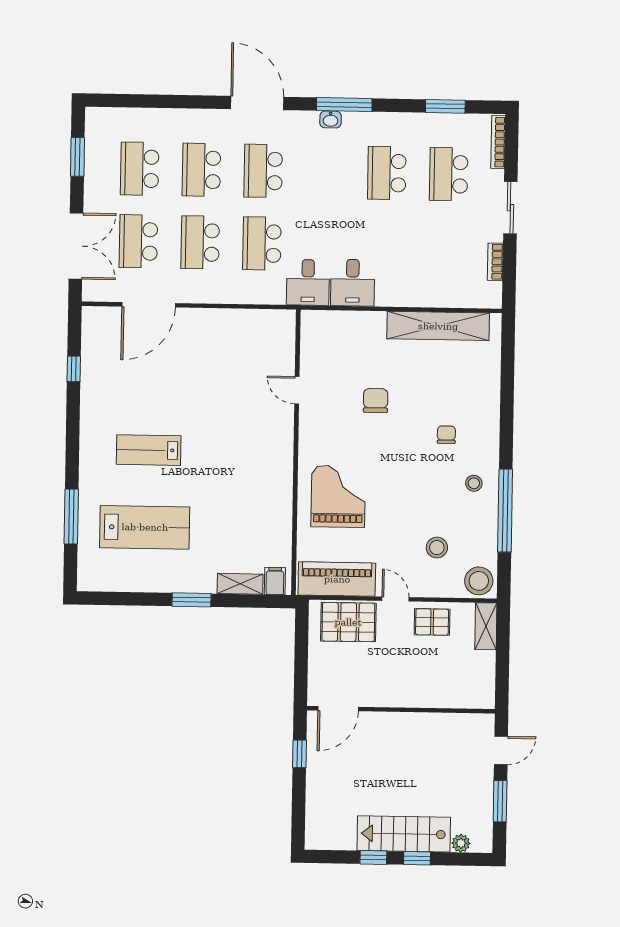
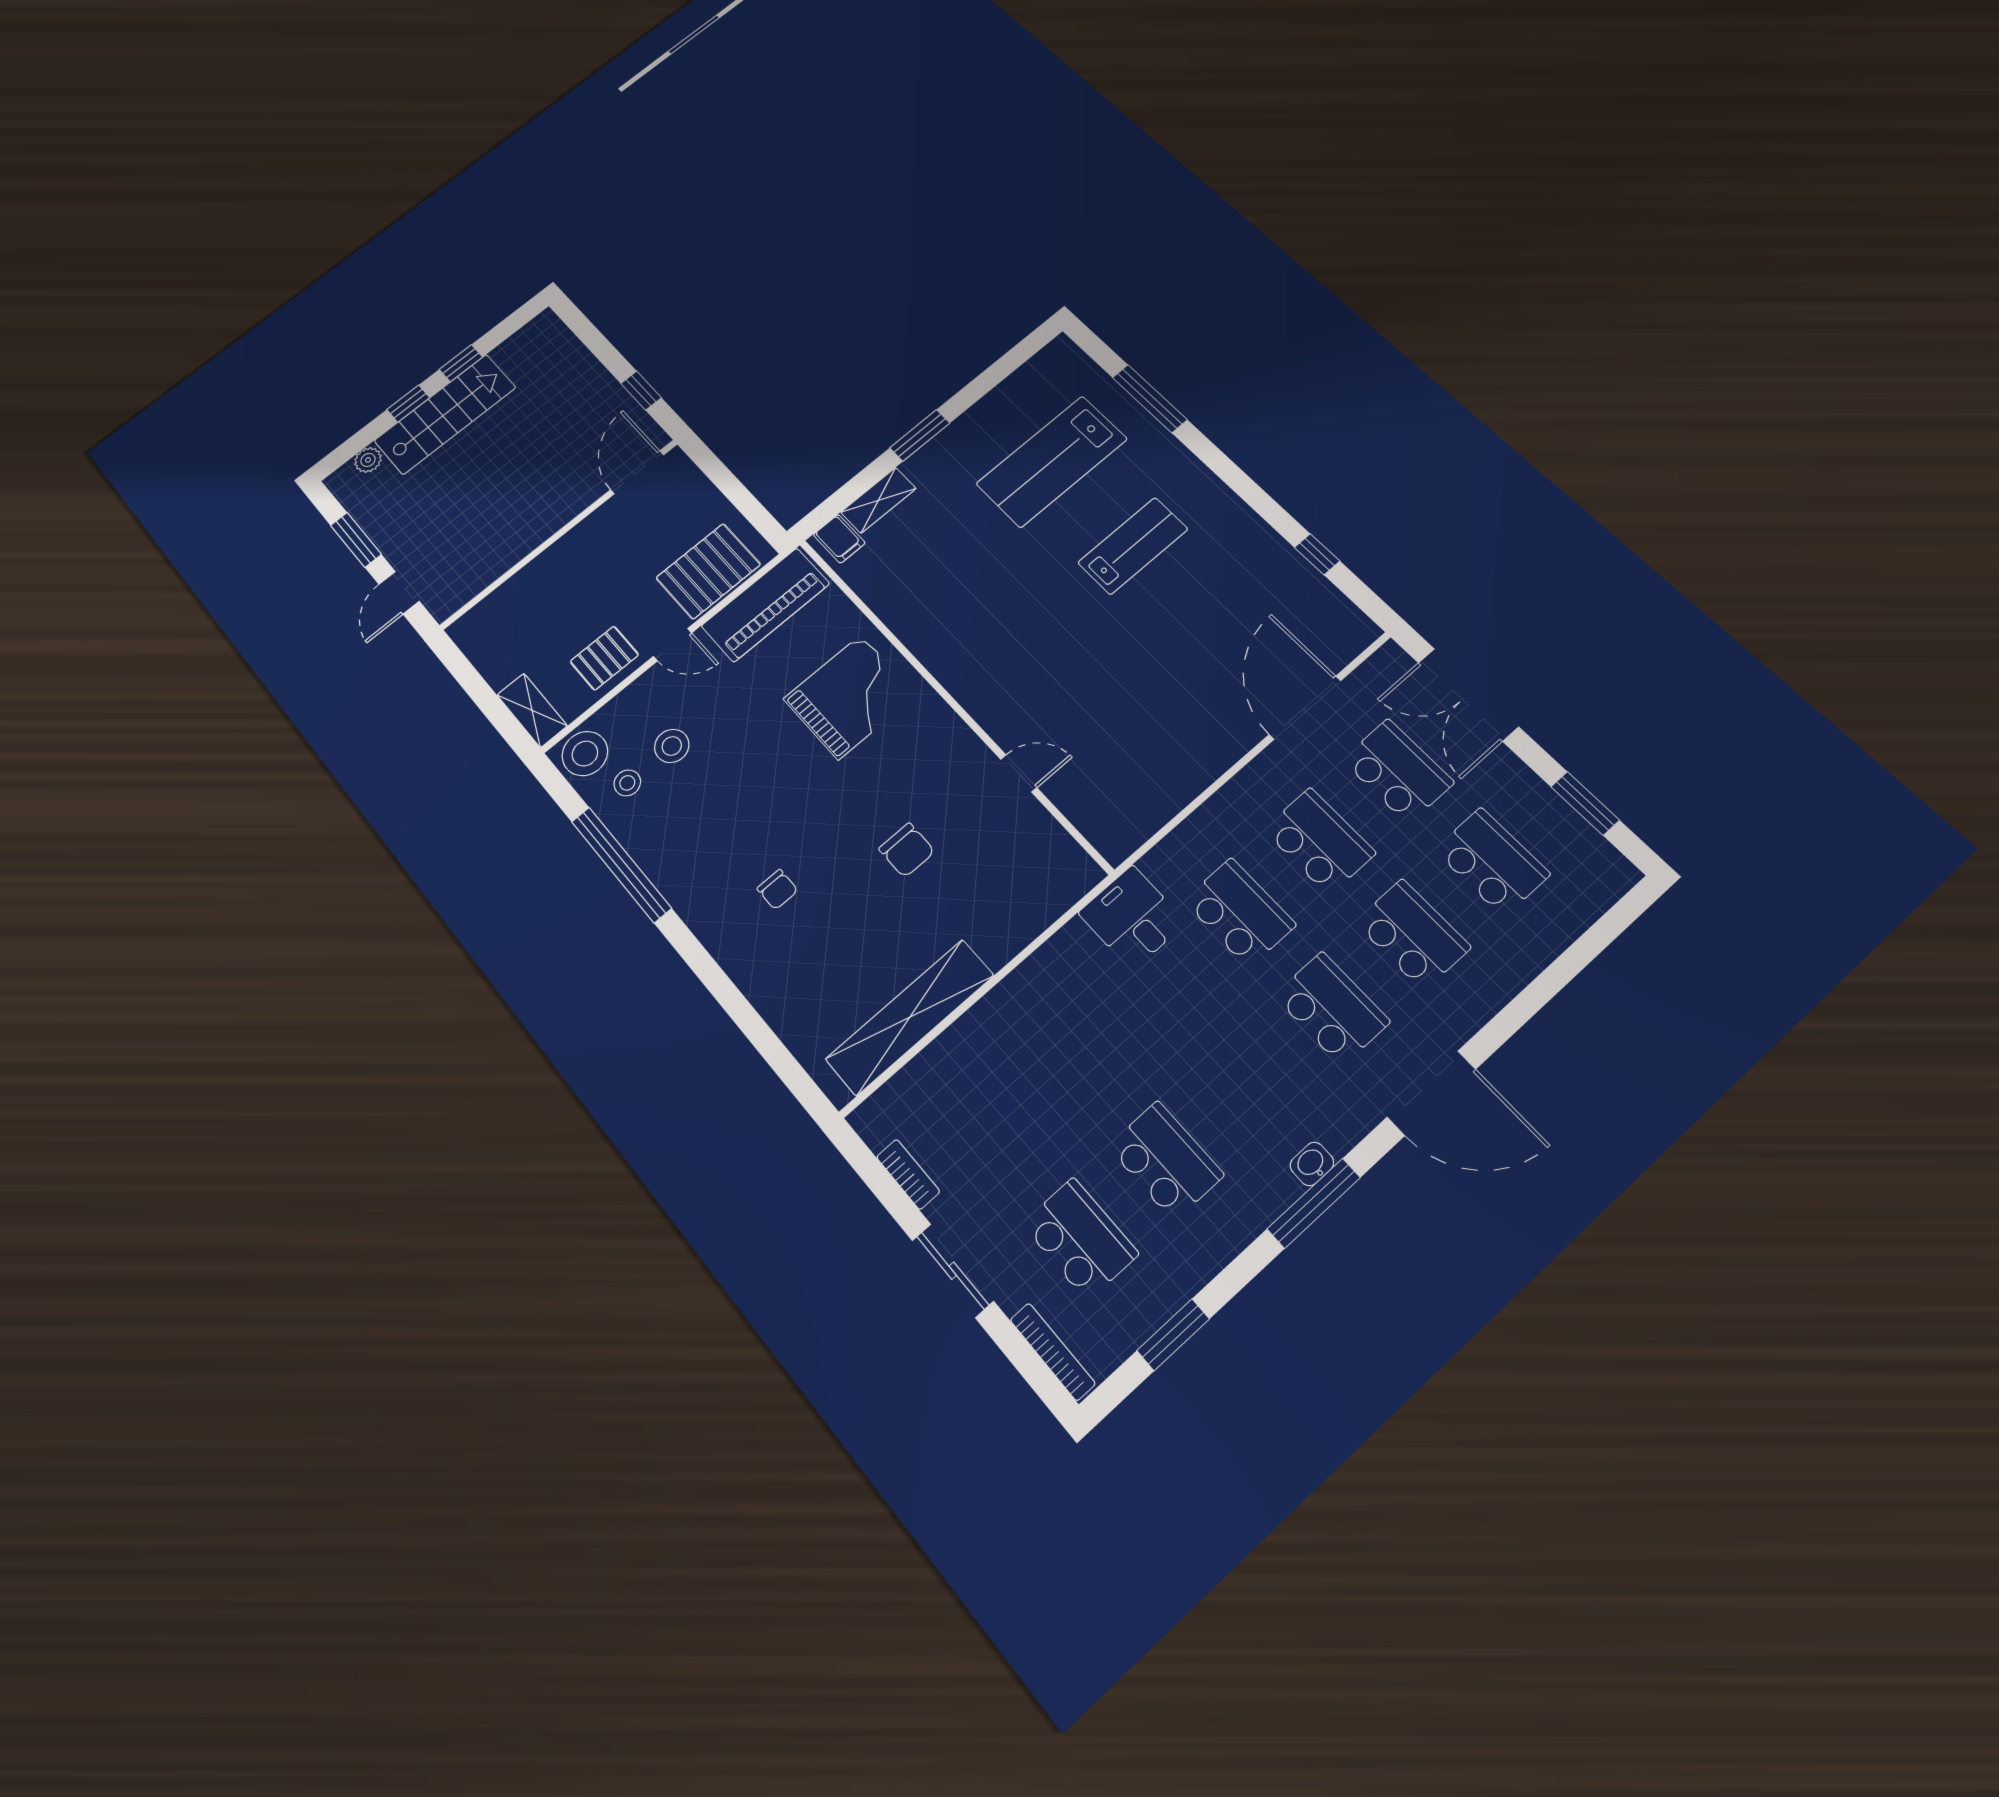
desk: (353, 283) -> (1074, 970), removed
stool: (474, 483) -> (627, 783), moved
grand piano: (338, 496) -> (850, 697), turned -90

